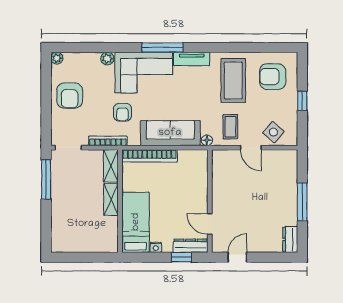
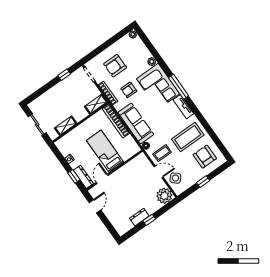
armchair: (70, 96) -> (115, 66), moved
door: (251, 148) -> (159, 172), swing flipped
plant: (286, 162) -> (164, 196), added
window: (46, 179) -> (64, 75), width x0.46
shelving: (111, 199) -> (66, 126), moved
window: (302, 202) -> (149, 220), width x0.46
bed: (136, 222) -> (105, 151), moved, turned -90
dresser: (290, 239) -> (139, 217), moved
sliding door: (84, 257) -> (37, 125), added
door: (237, 257) -> (95, 206), hinge flipped

